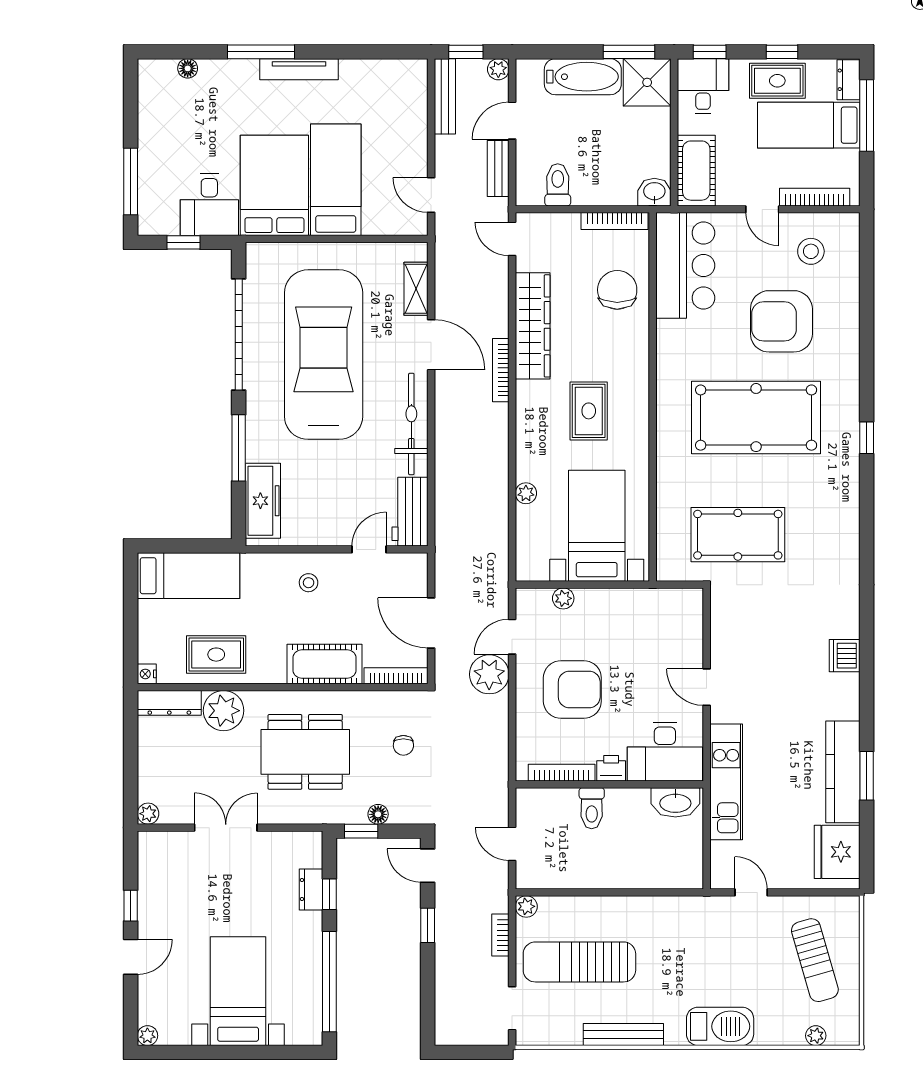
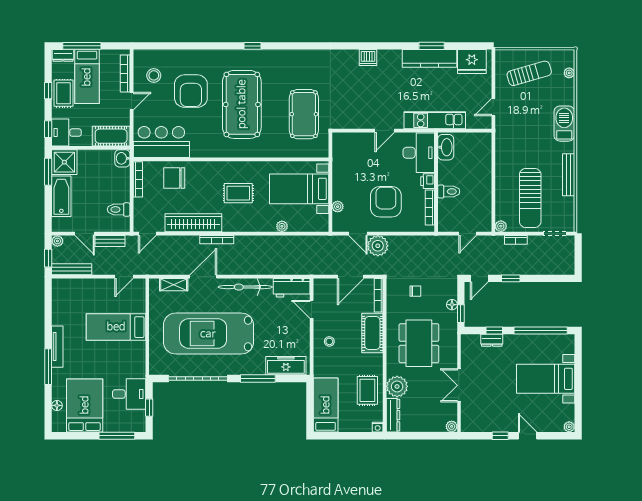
bed: (274, 185) -> (85, 405), moved, turned 90

